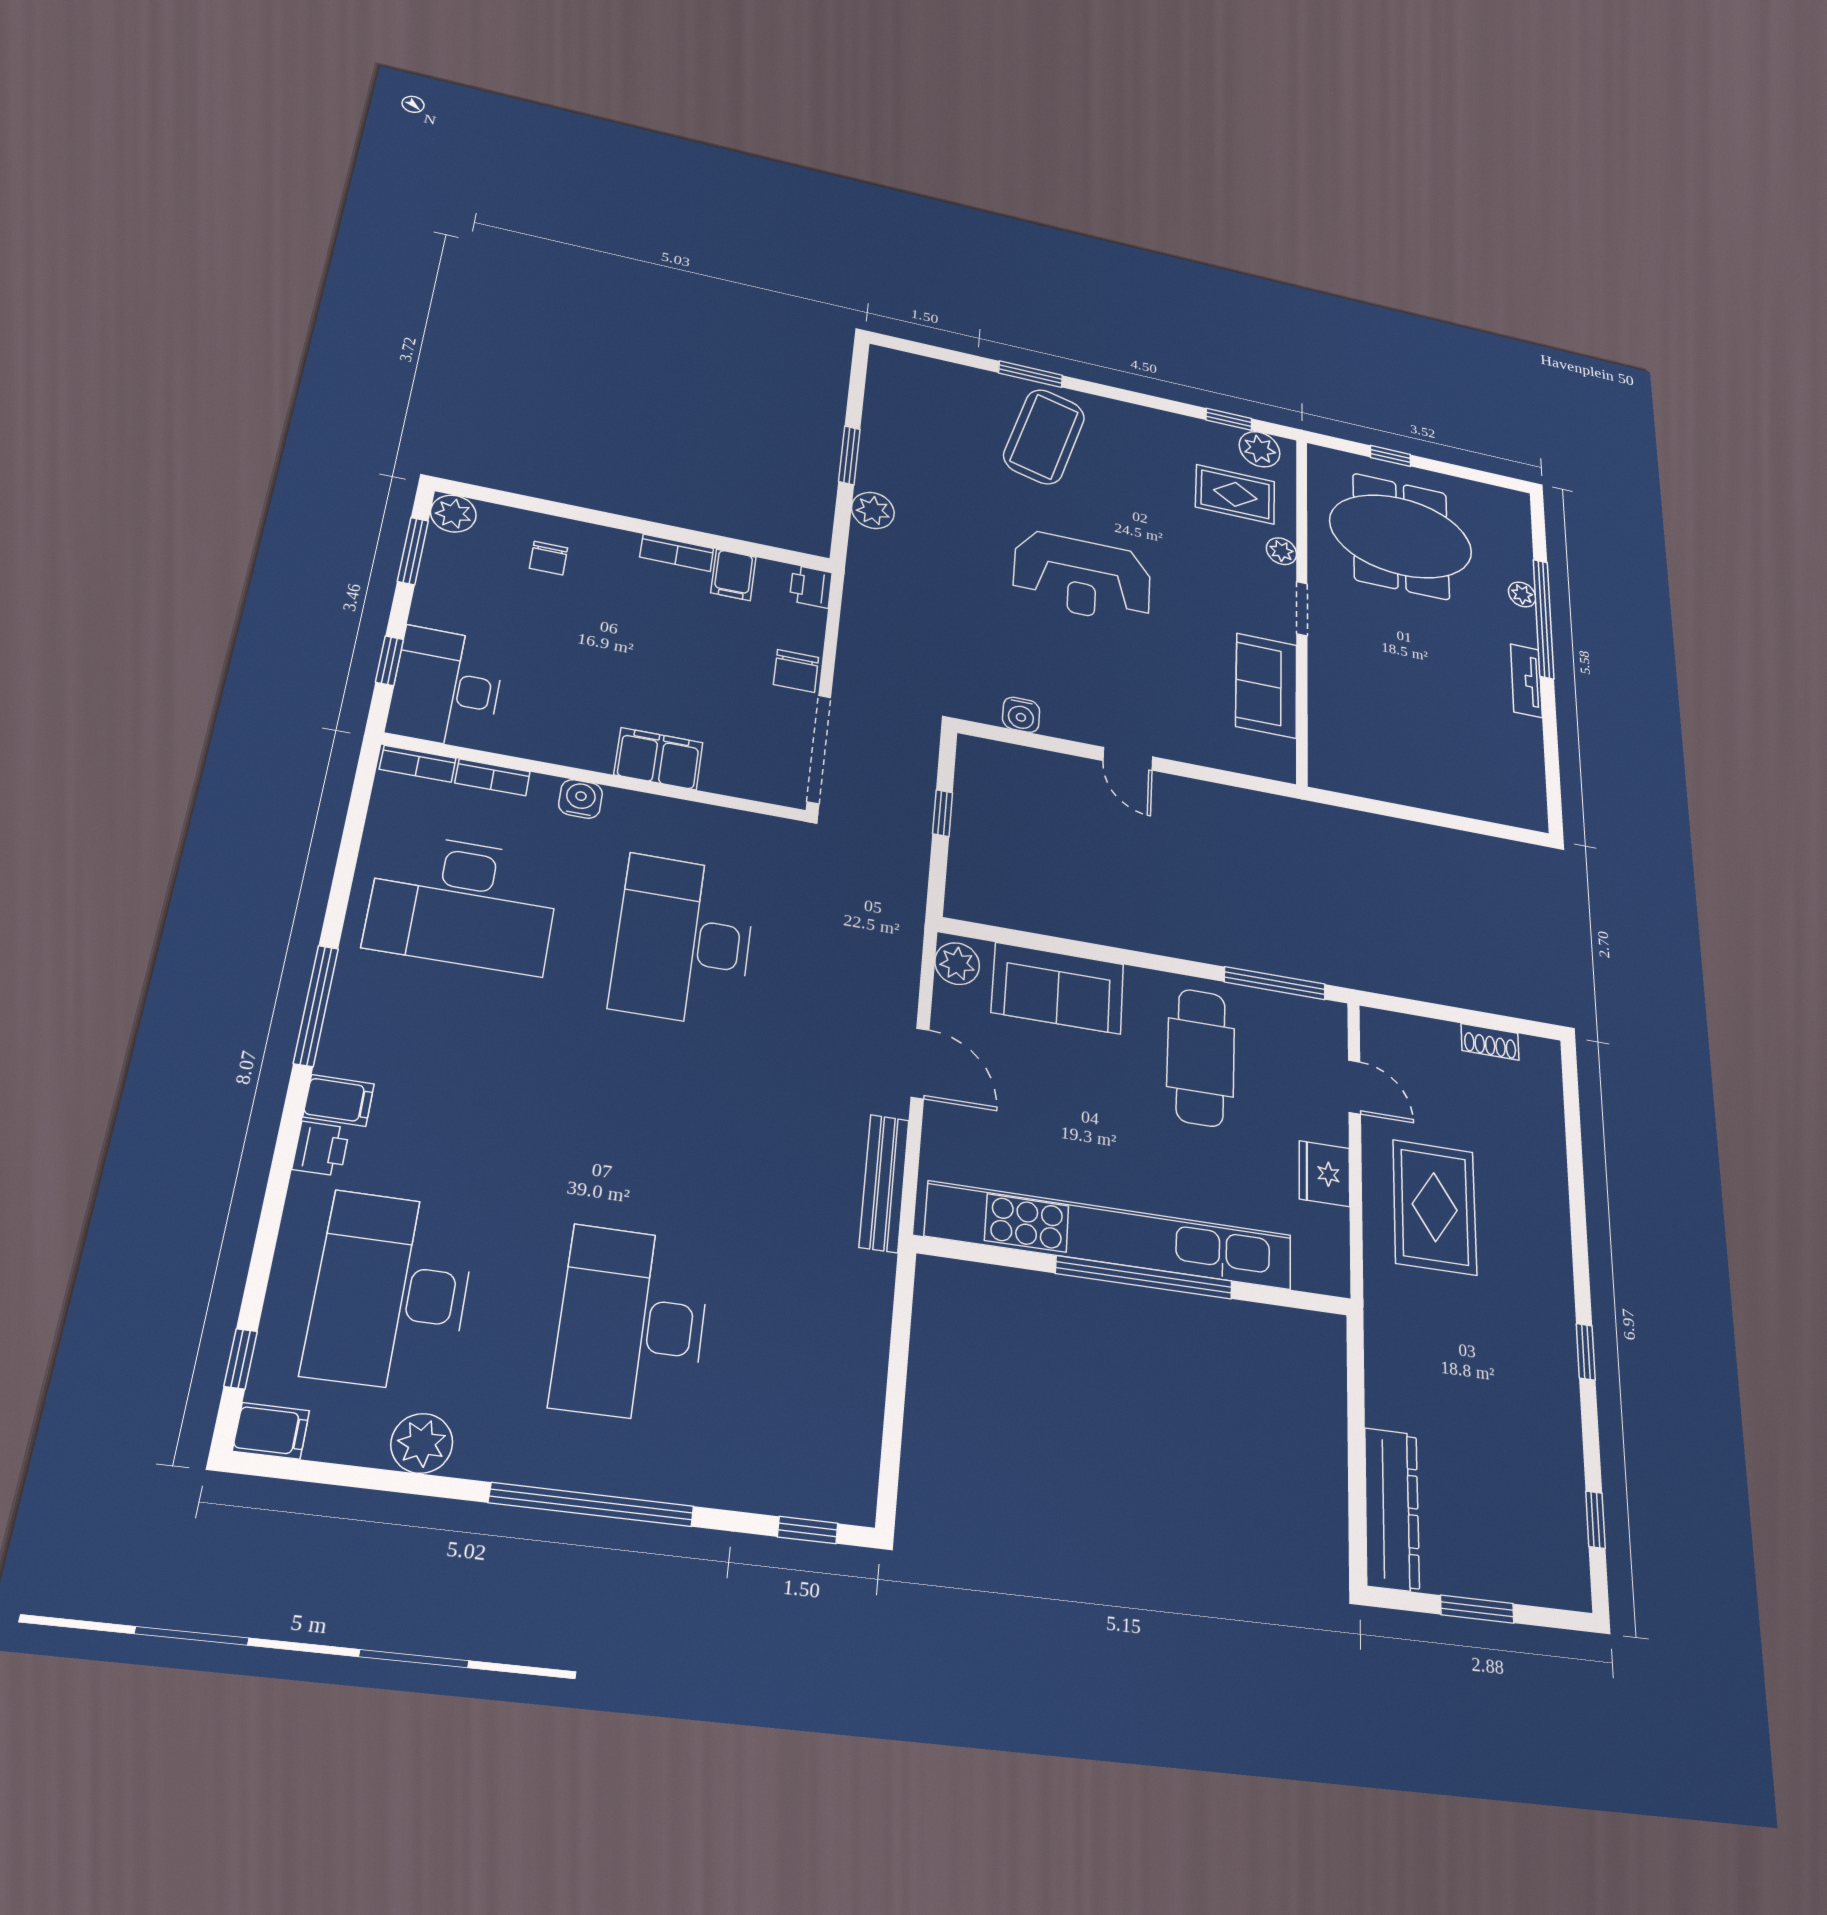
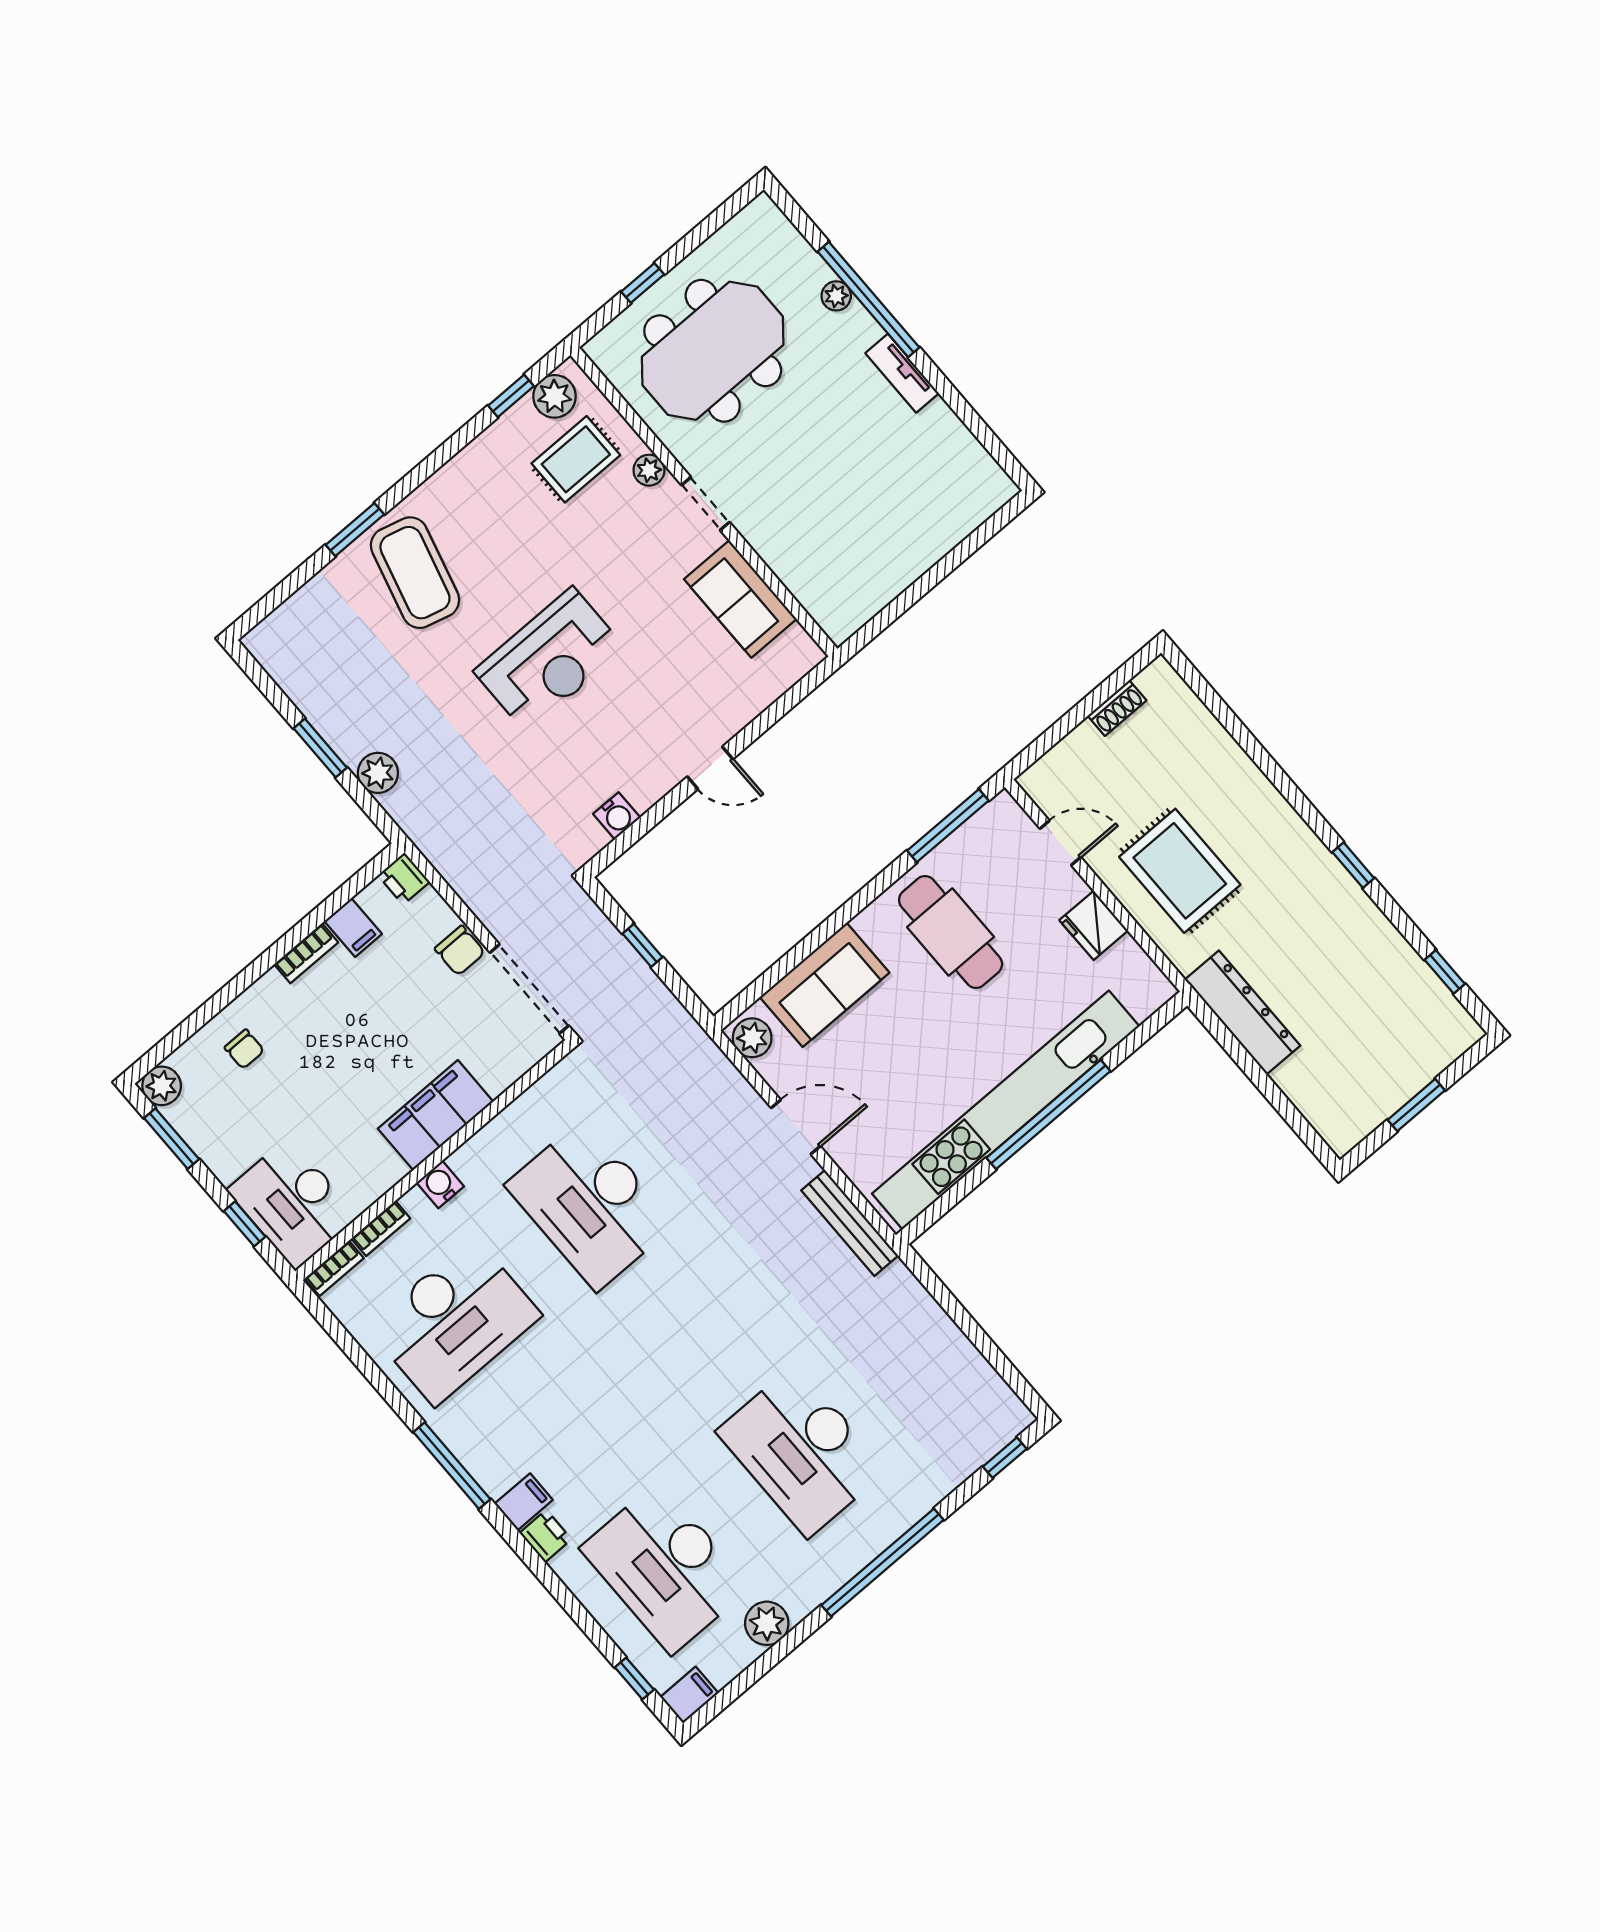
filing cabinet: (659, 759) -> (436, 1115), width x1.50, depth x1.17
dresser: (1392, 1509) -> (1243, 1013), moved

